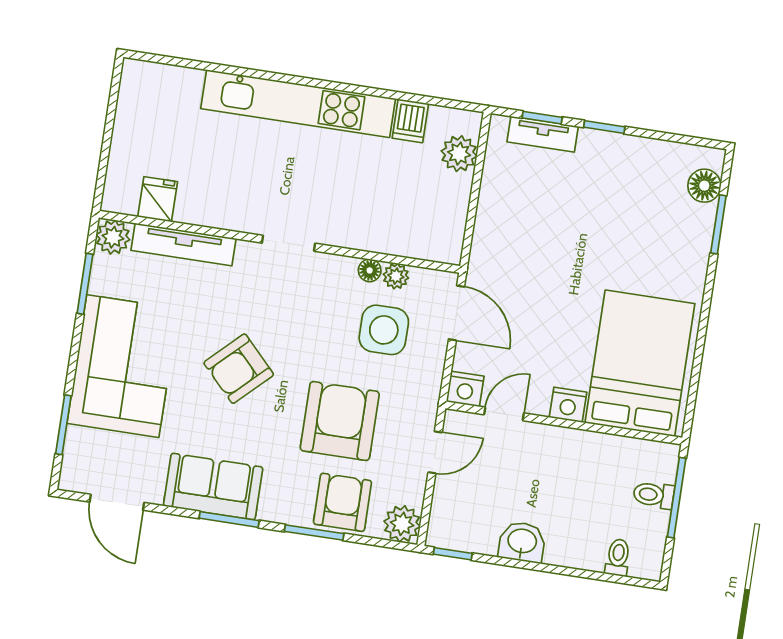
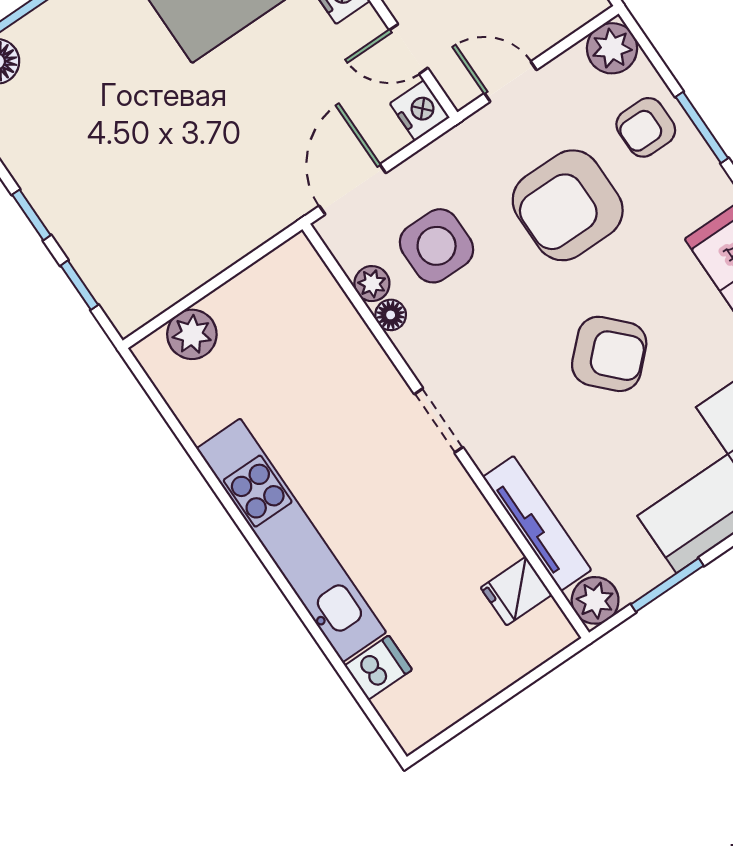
dishwasher: (410, 121) -> (378, 668), moved
tv unit: (543, 134) -> (95, 269), removed
armchair: (342, 502) -> (646, 127), width x0.72, depth x0.72

